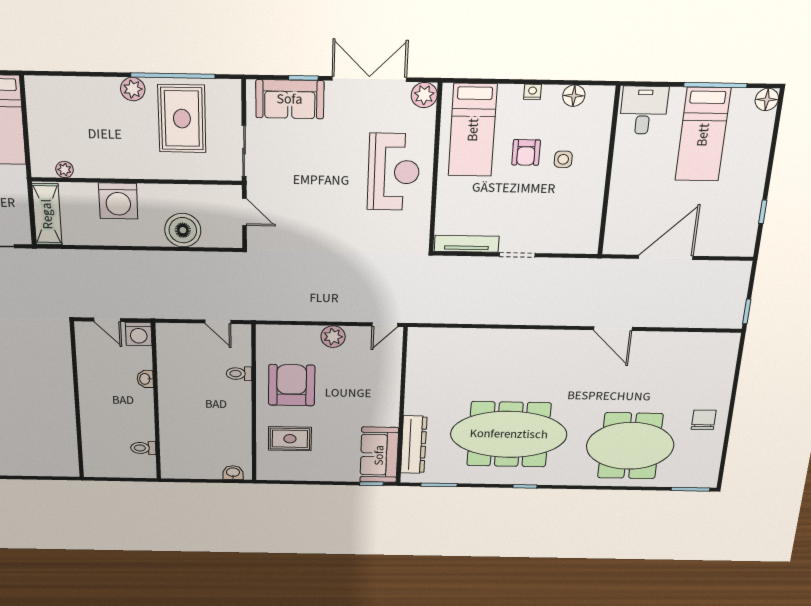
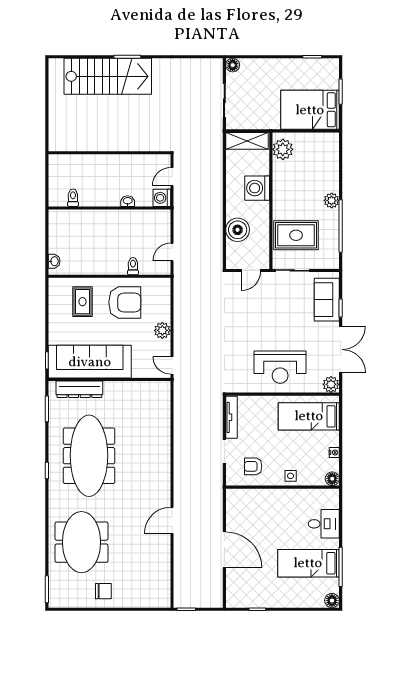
rug: (182, 119) -> (296, 235), moved
armchair: (526, 152) -> (253, 466), moved
plant: (65, 170) -> (283, 149), width x1.88, depth x1.88
wall: (609, 172) -> (282, 487), moved
sofa: (379, 455) -> (90, 362), width x1.85, depth x1.27

